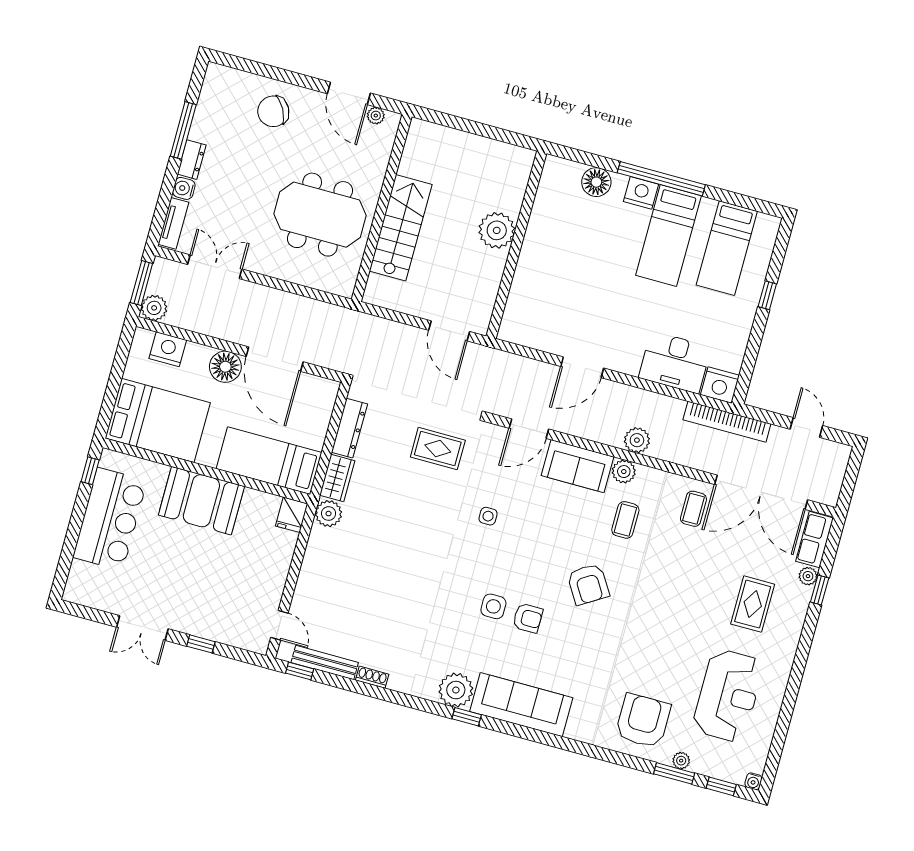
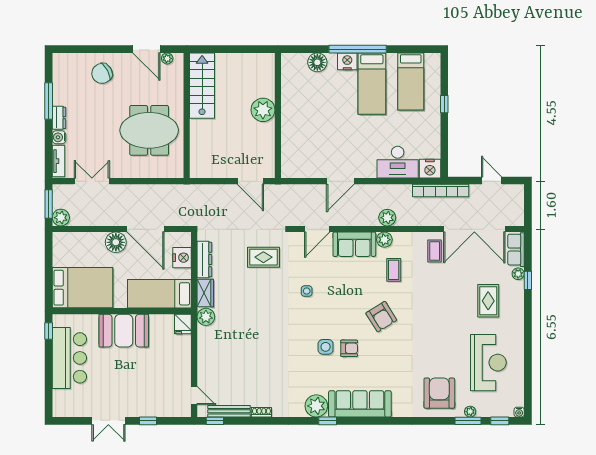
stairs: (401, 228) -> (202, 86), moved
nightstand: (168, 349) -> (182, 258), moved, turned 90

